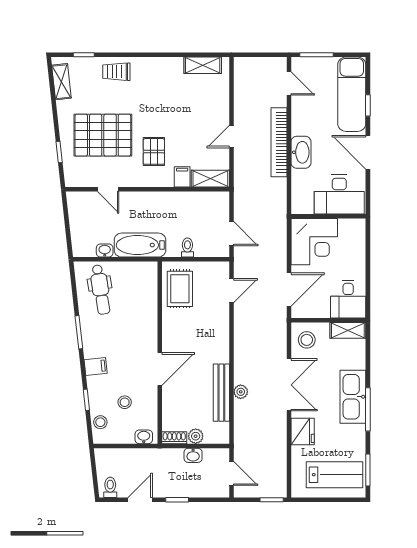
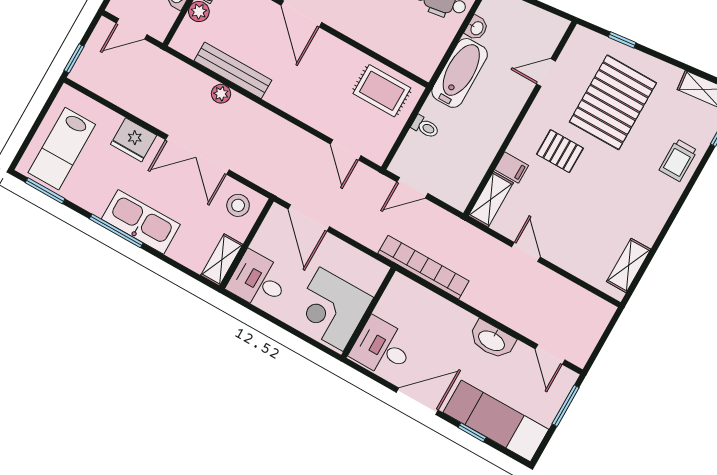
trolley: (116, 72) -> (678, 160), turned 180
door: (289, 84) -> (550, 354), hinge flipped
bookcase: (279, 142) -> (423, 267), moved
washbasin: (301, 152) -> (492, 340), moved
desk: (339, 195) -> (382, 348), width x0.73
corner desk: (314, 242) -> (331, 309), moved

